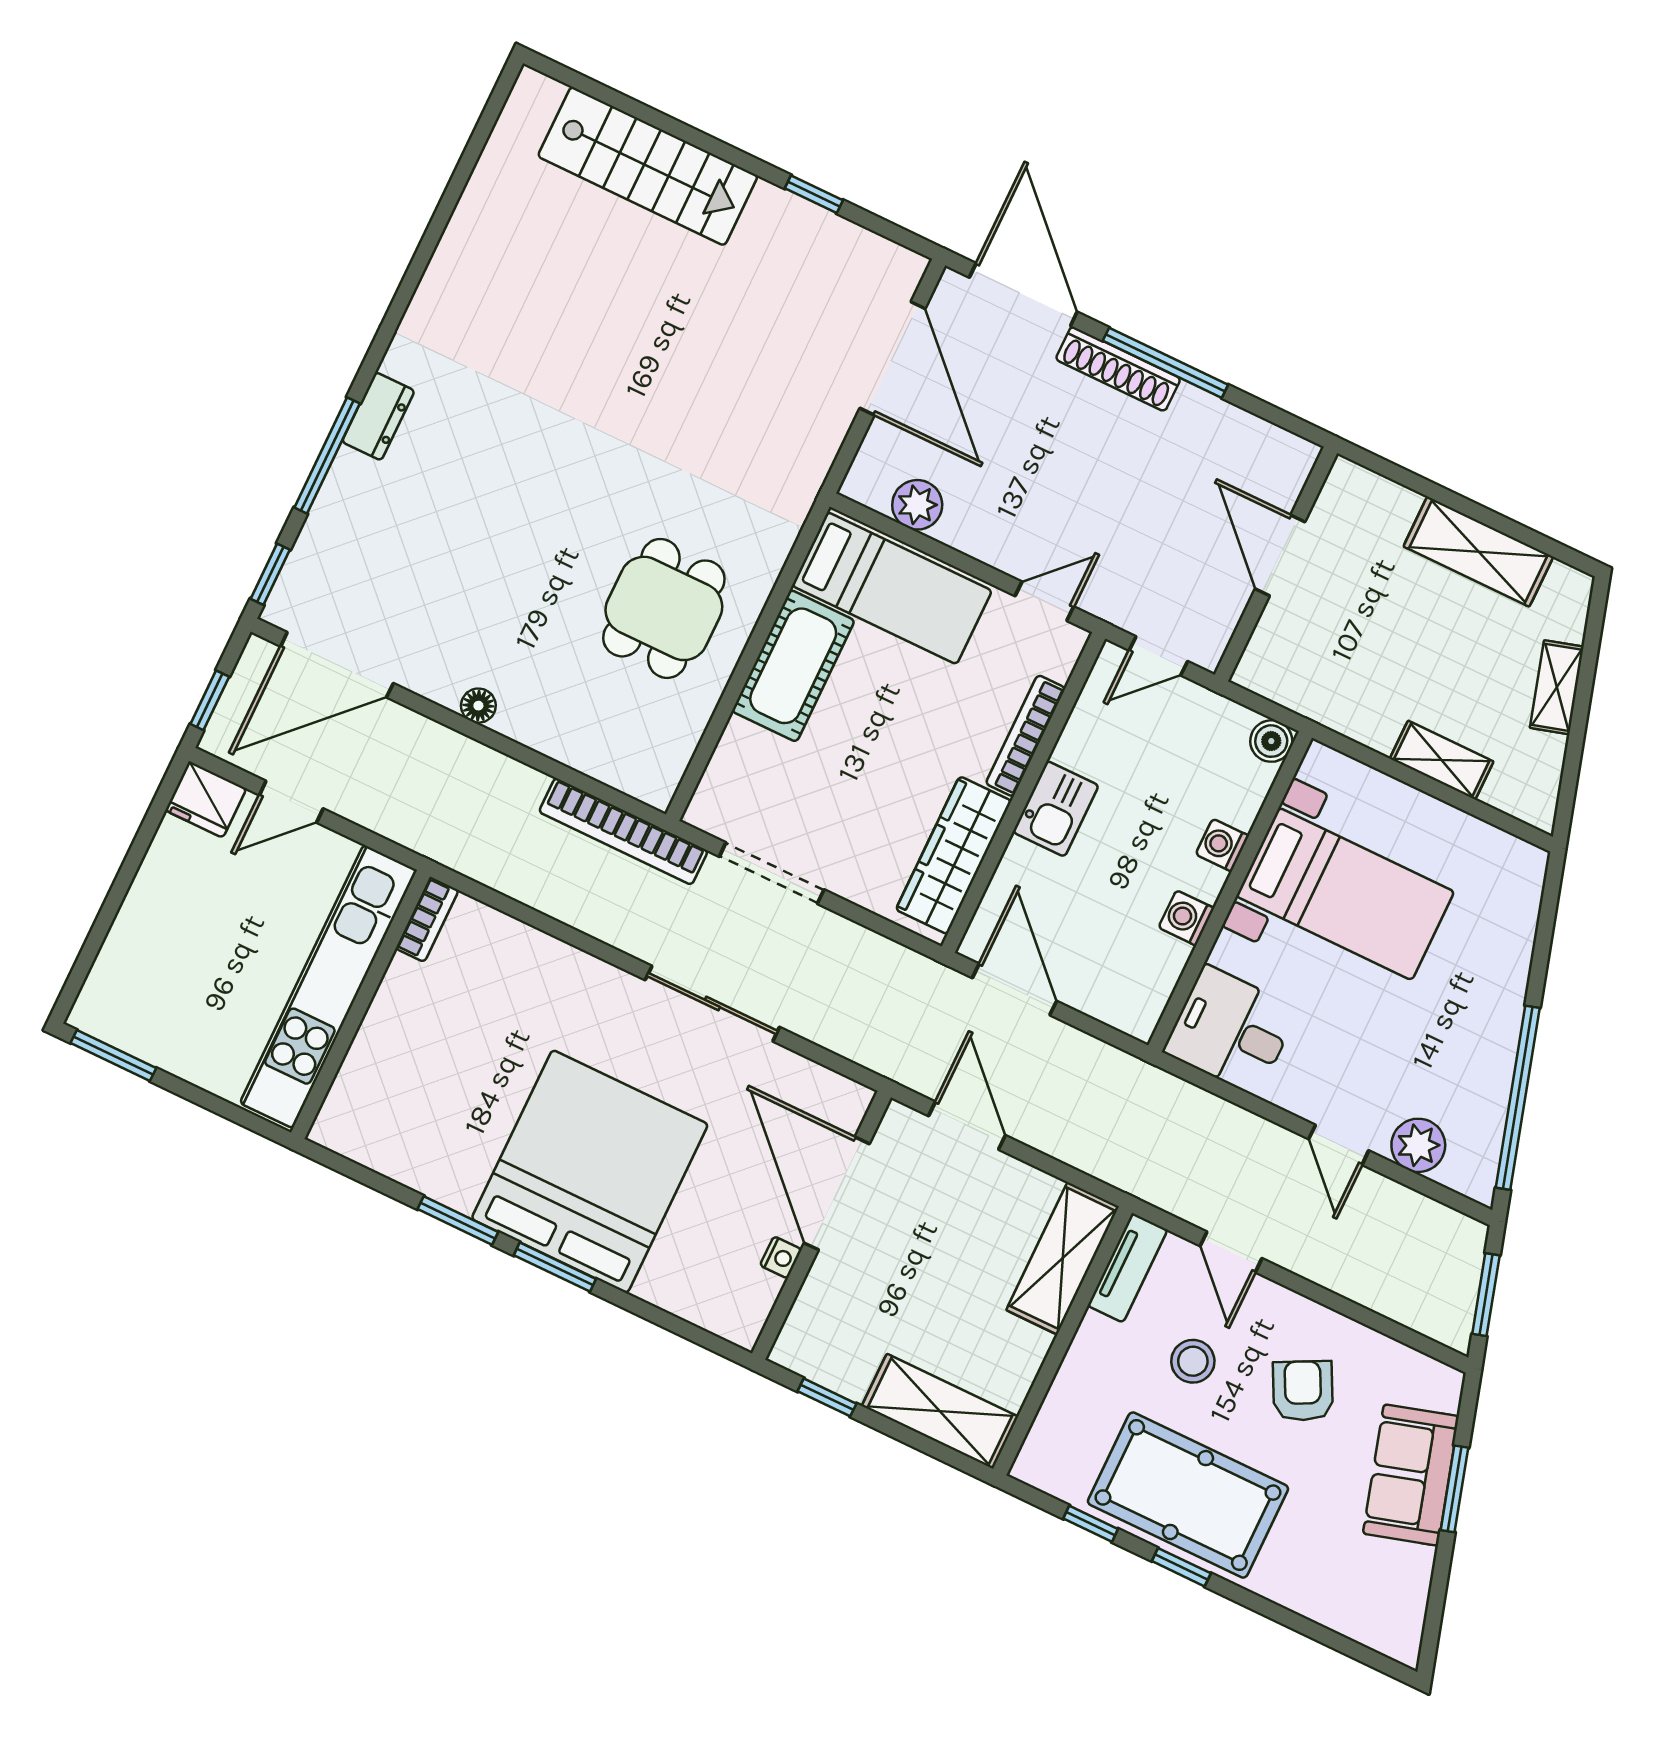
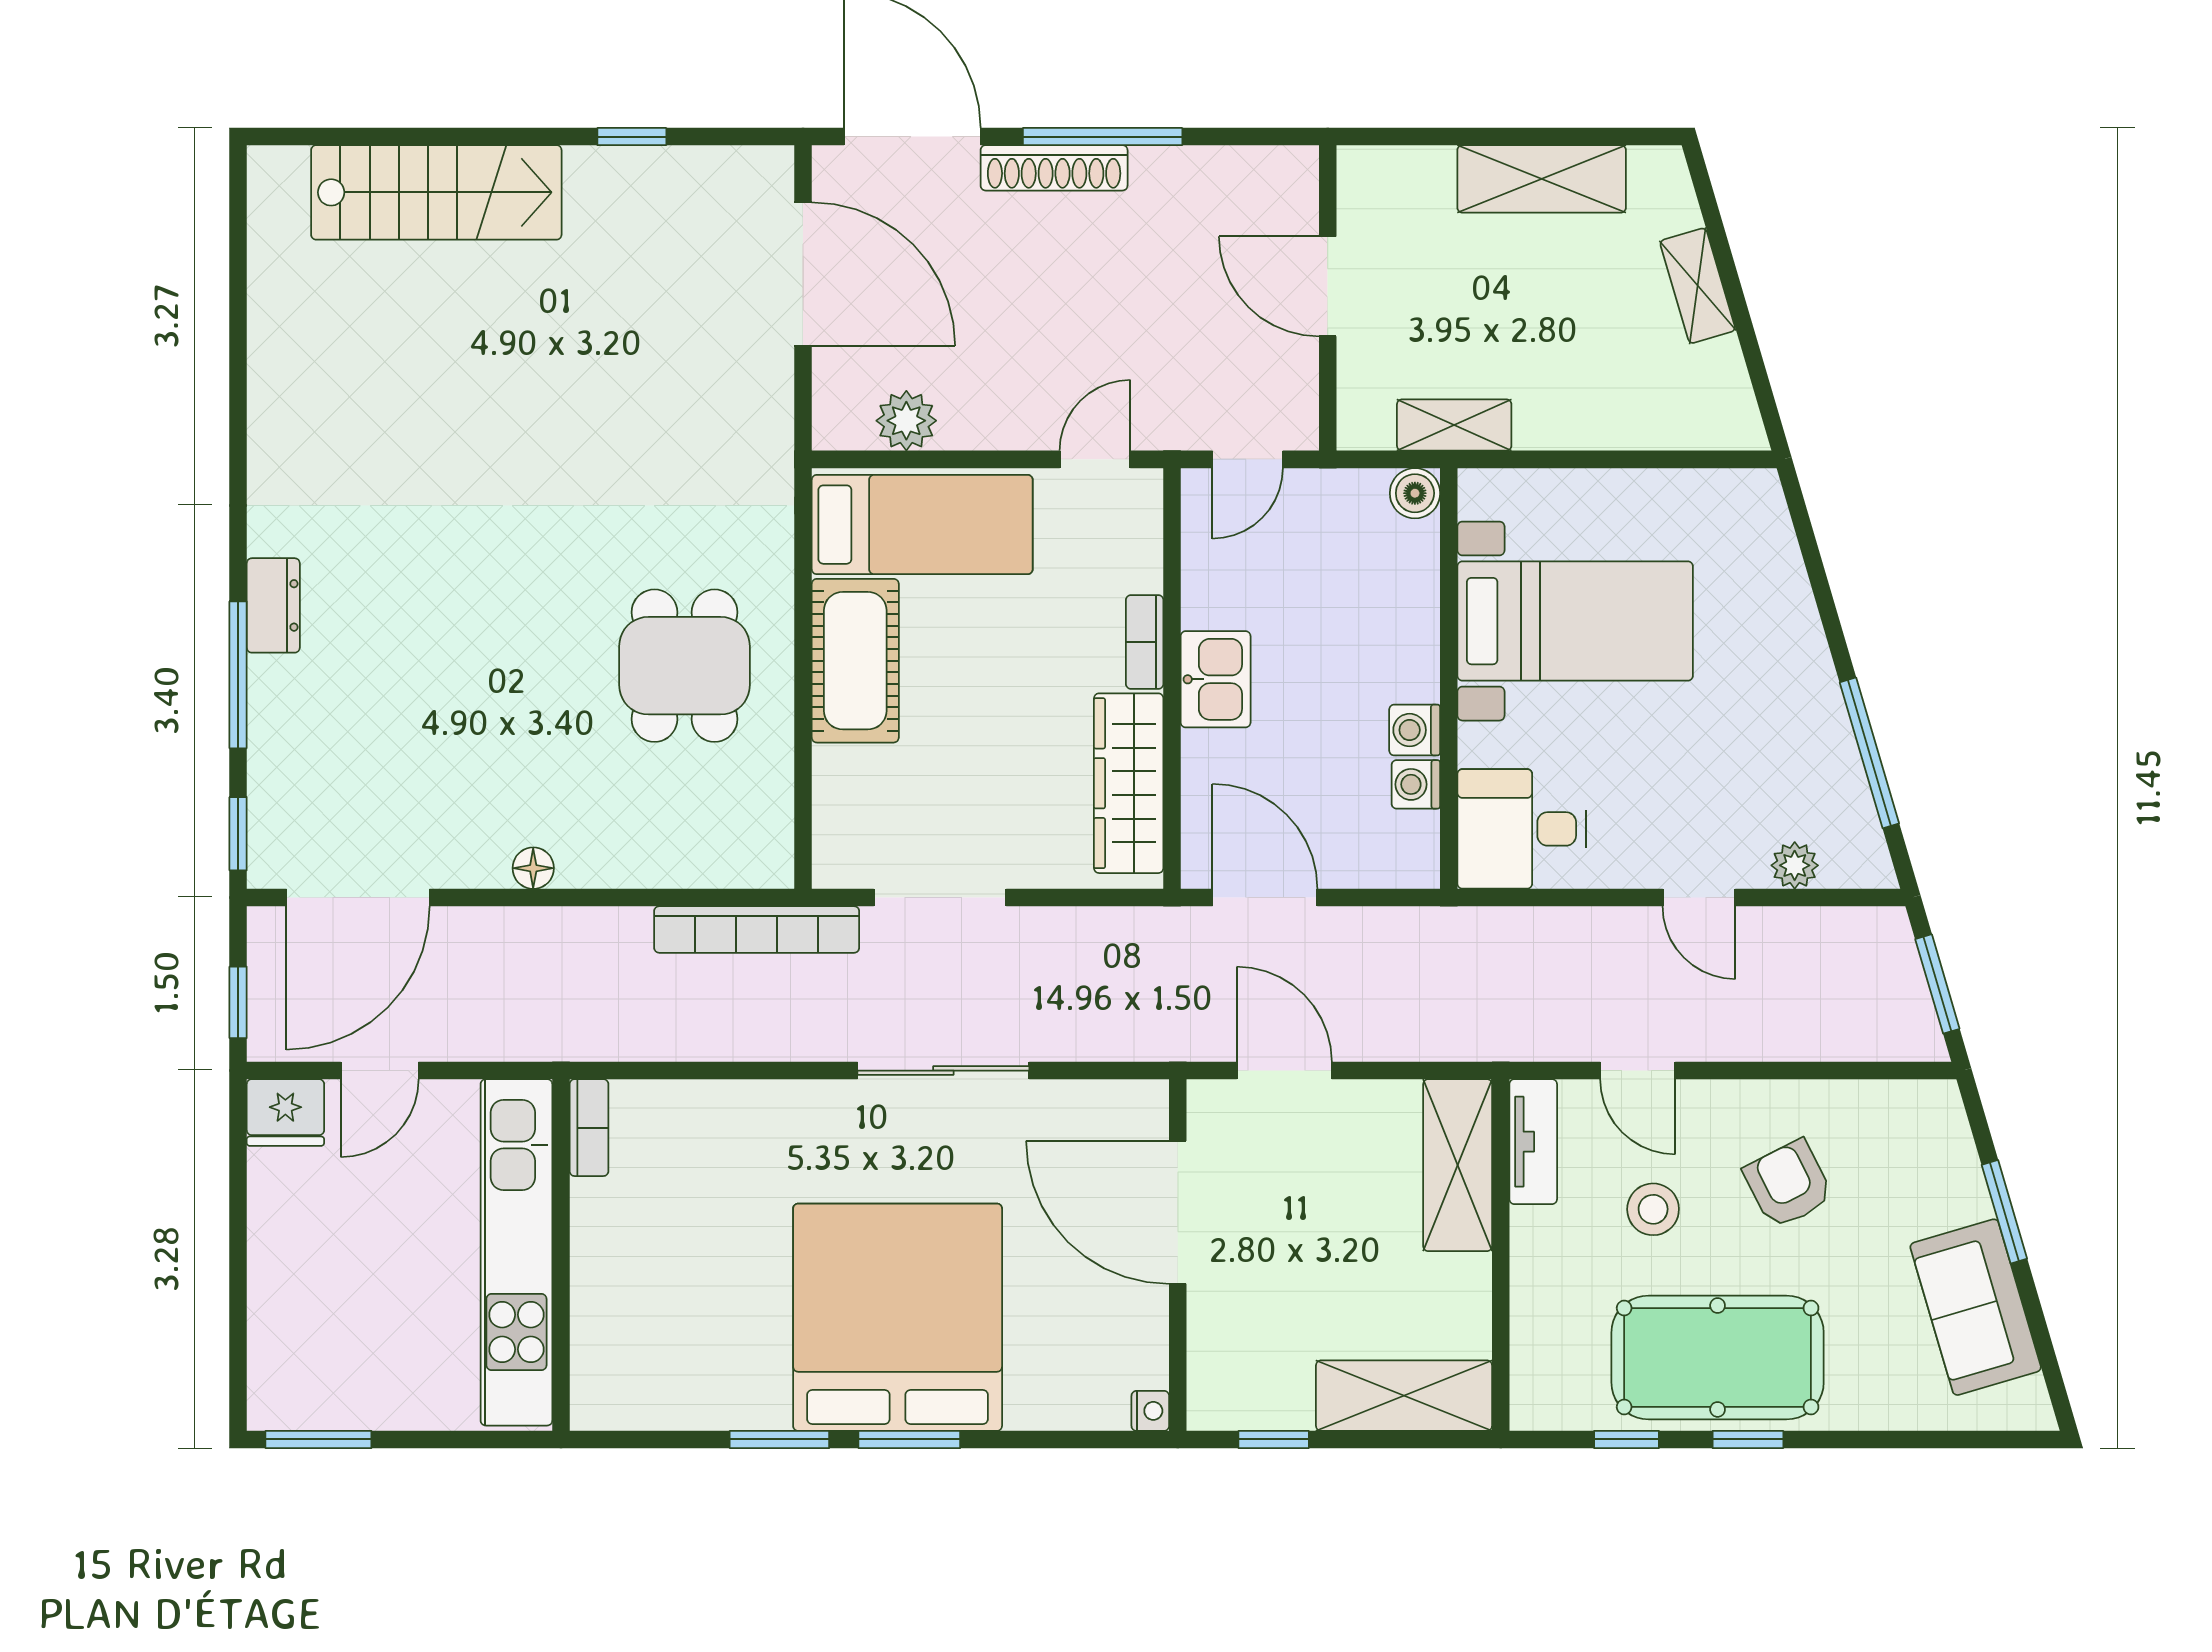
bookcase: (1026, 736) -> (1145, 642), width x0.64
shelving: (1442, 760) -> (1454, 425), moved
washing machine: (1222, 845) -> (1416, 784), moved
window: (1518, 1098) -> (1869, 753), width x0.68
plant: (1418, 1145) -> (1795, 865), width x0.73, depth x0.73
nightstand: (781, 1257) -> (1150, 1411), moved
sofa: (1411, 1475) -> (1976, 1307), moved

